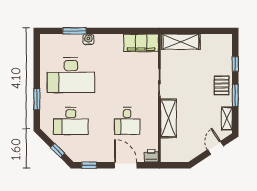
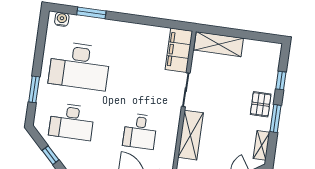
water cooler: (88, 39) -> (62, 19), moved
filing cabinet: (141, 43) -> (179, 50), moved, turned 90

